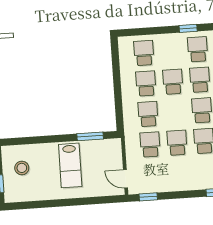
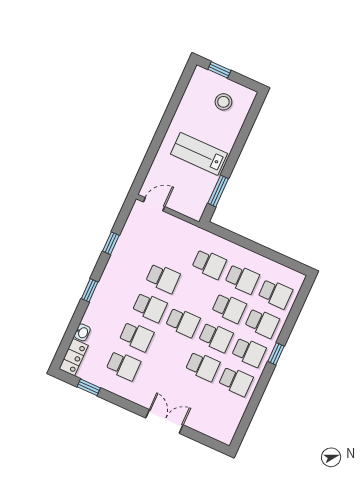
school desk: (150, 145) -> (262, 323), moved
window: (148, 197) -> (111, 243), moved

